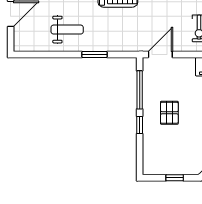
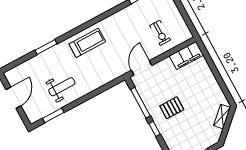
window: (94, 55) -> (53, 115), moved
pallet: (169, 113) -> (172, 108), turned 90

